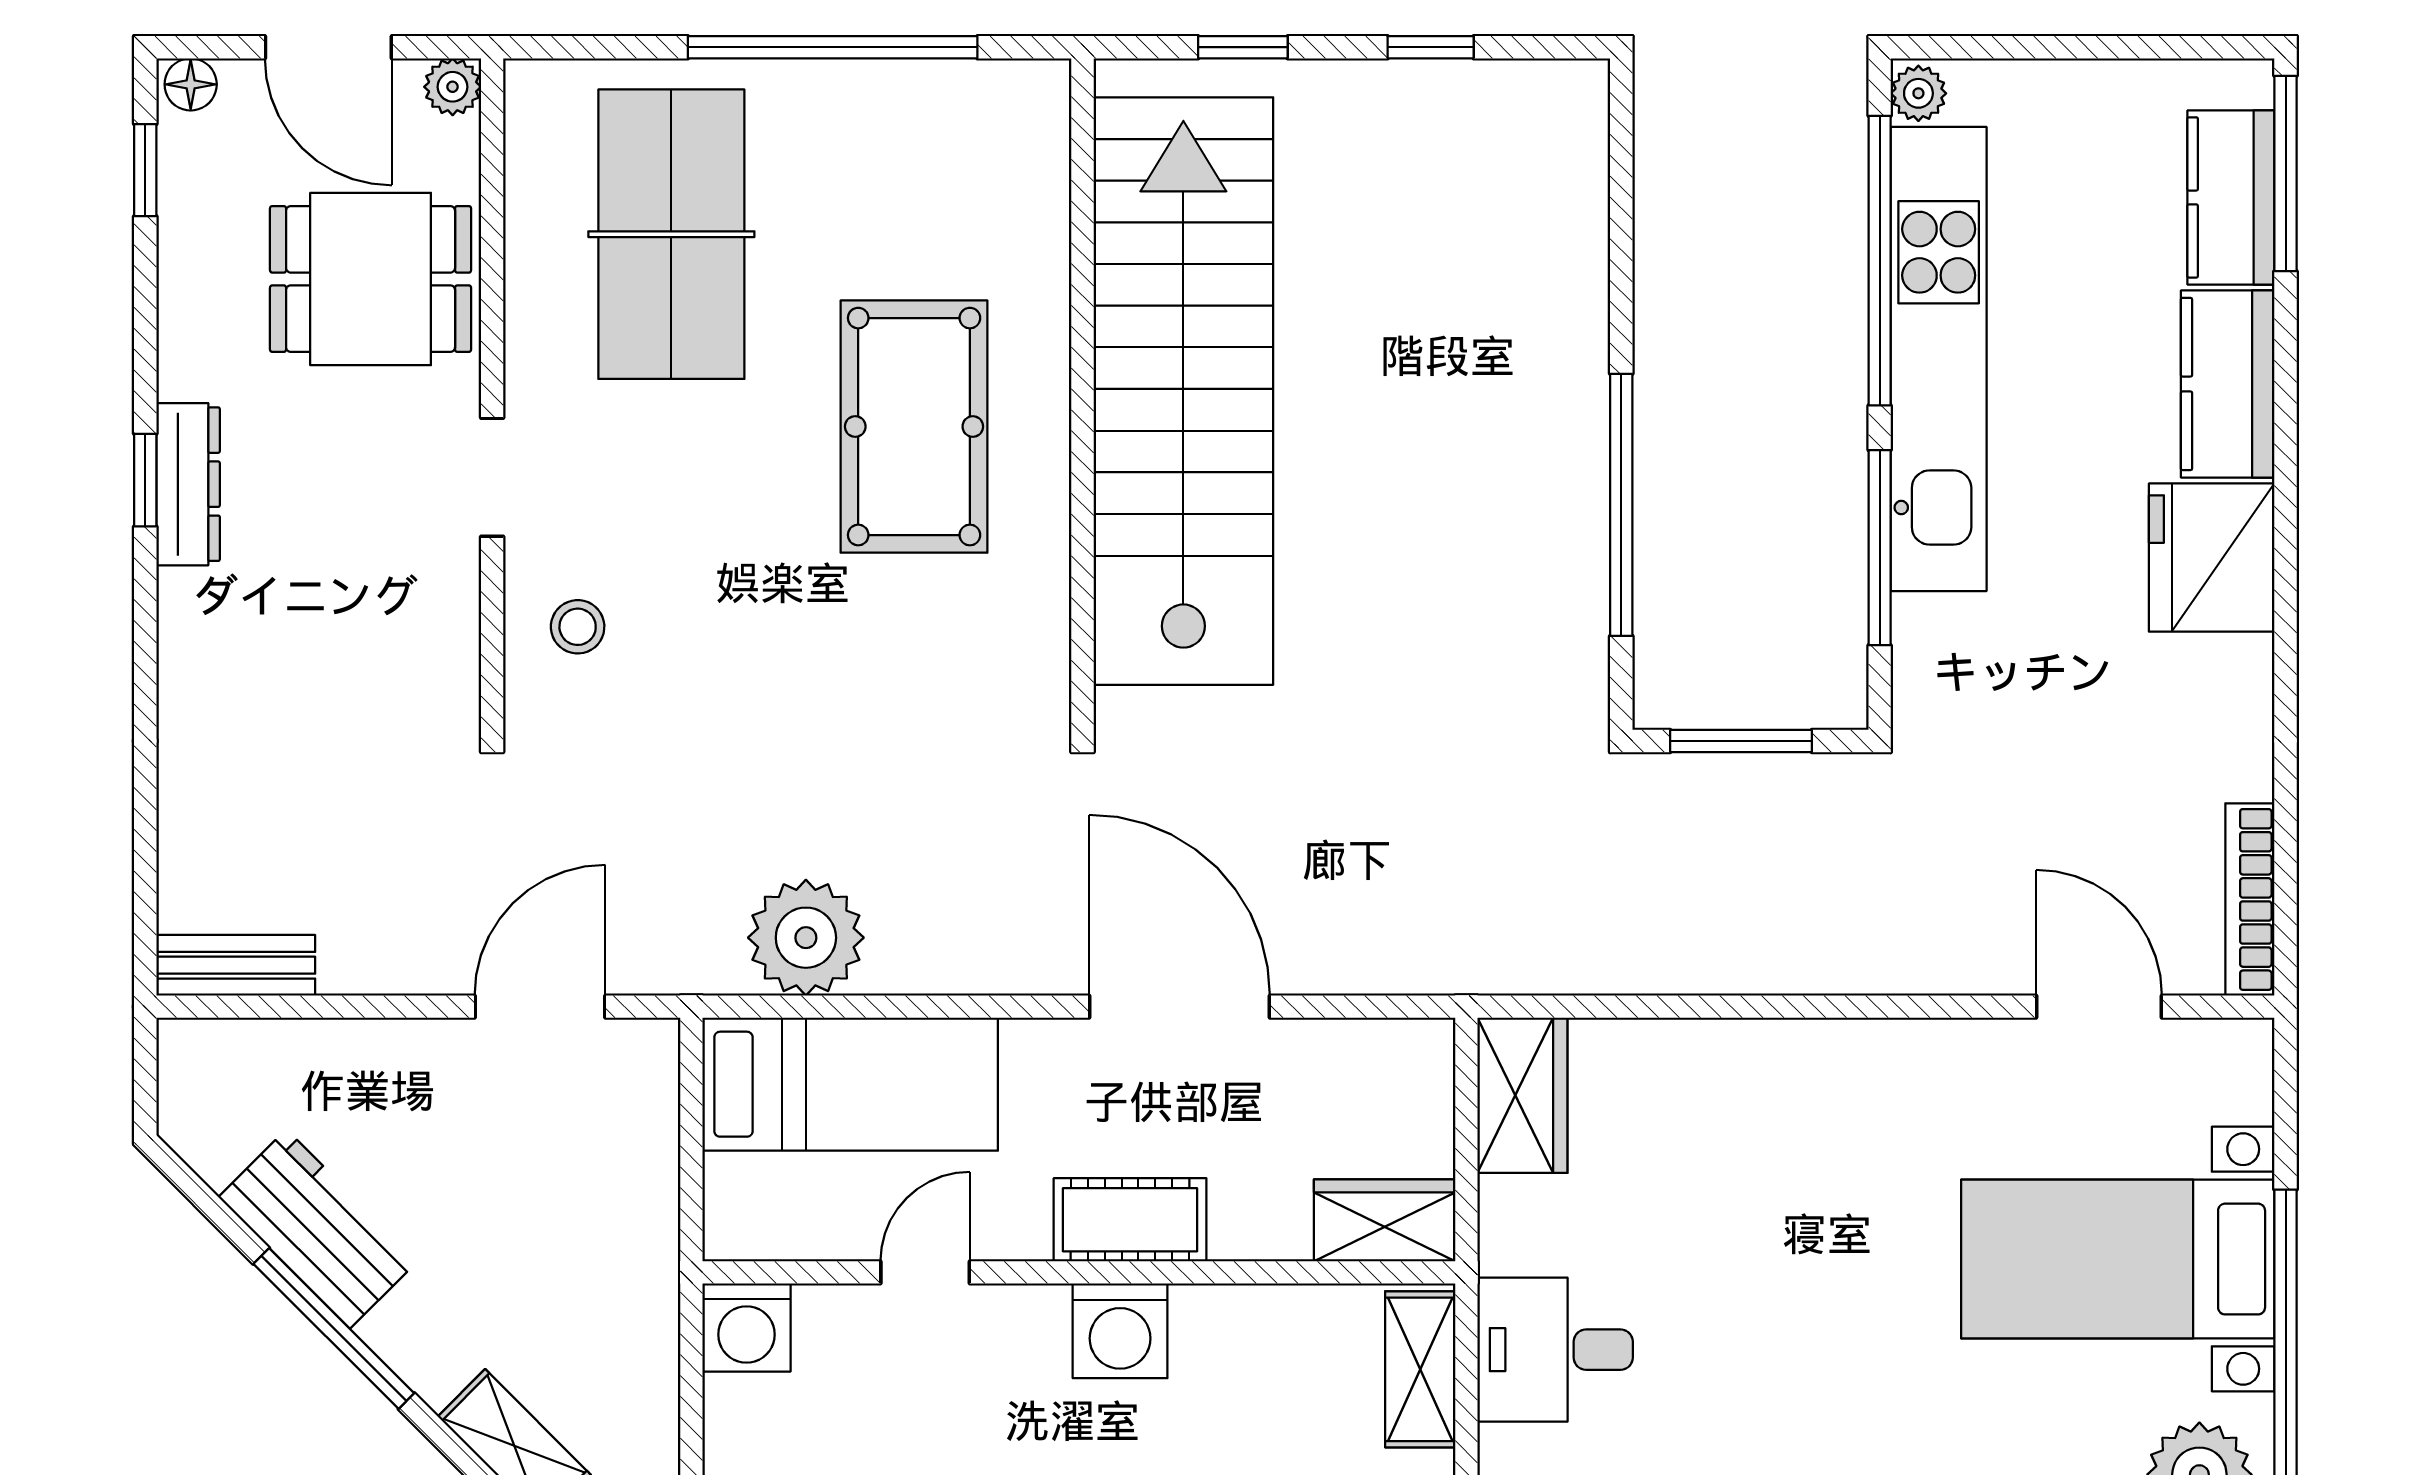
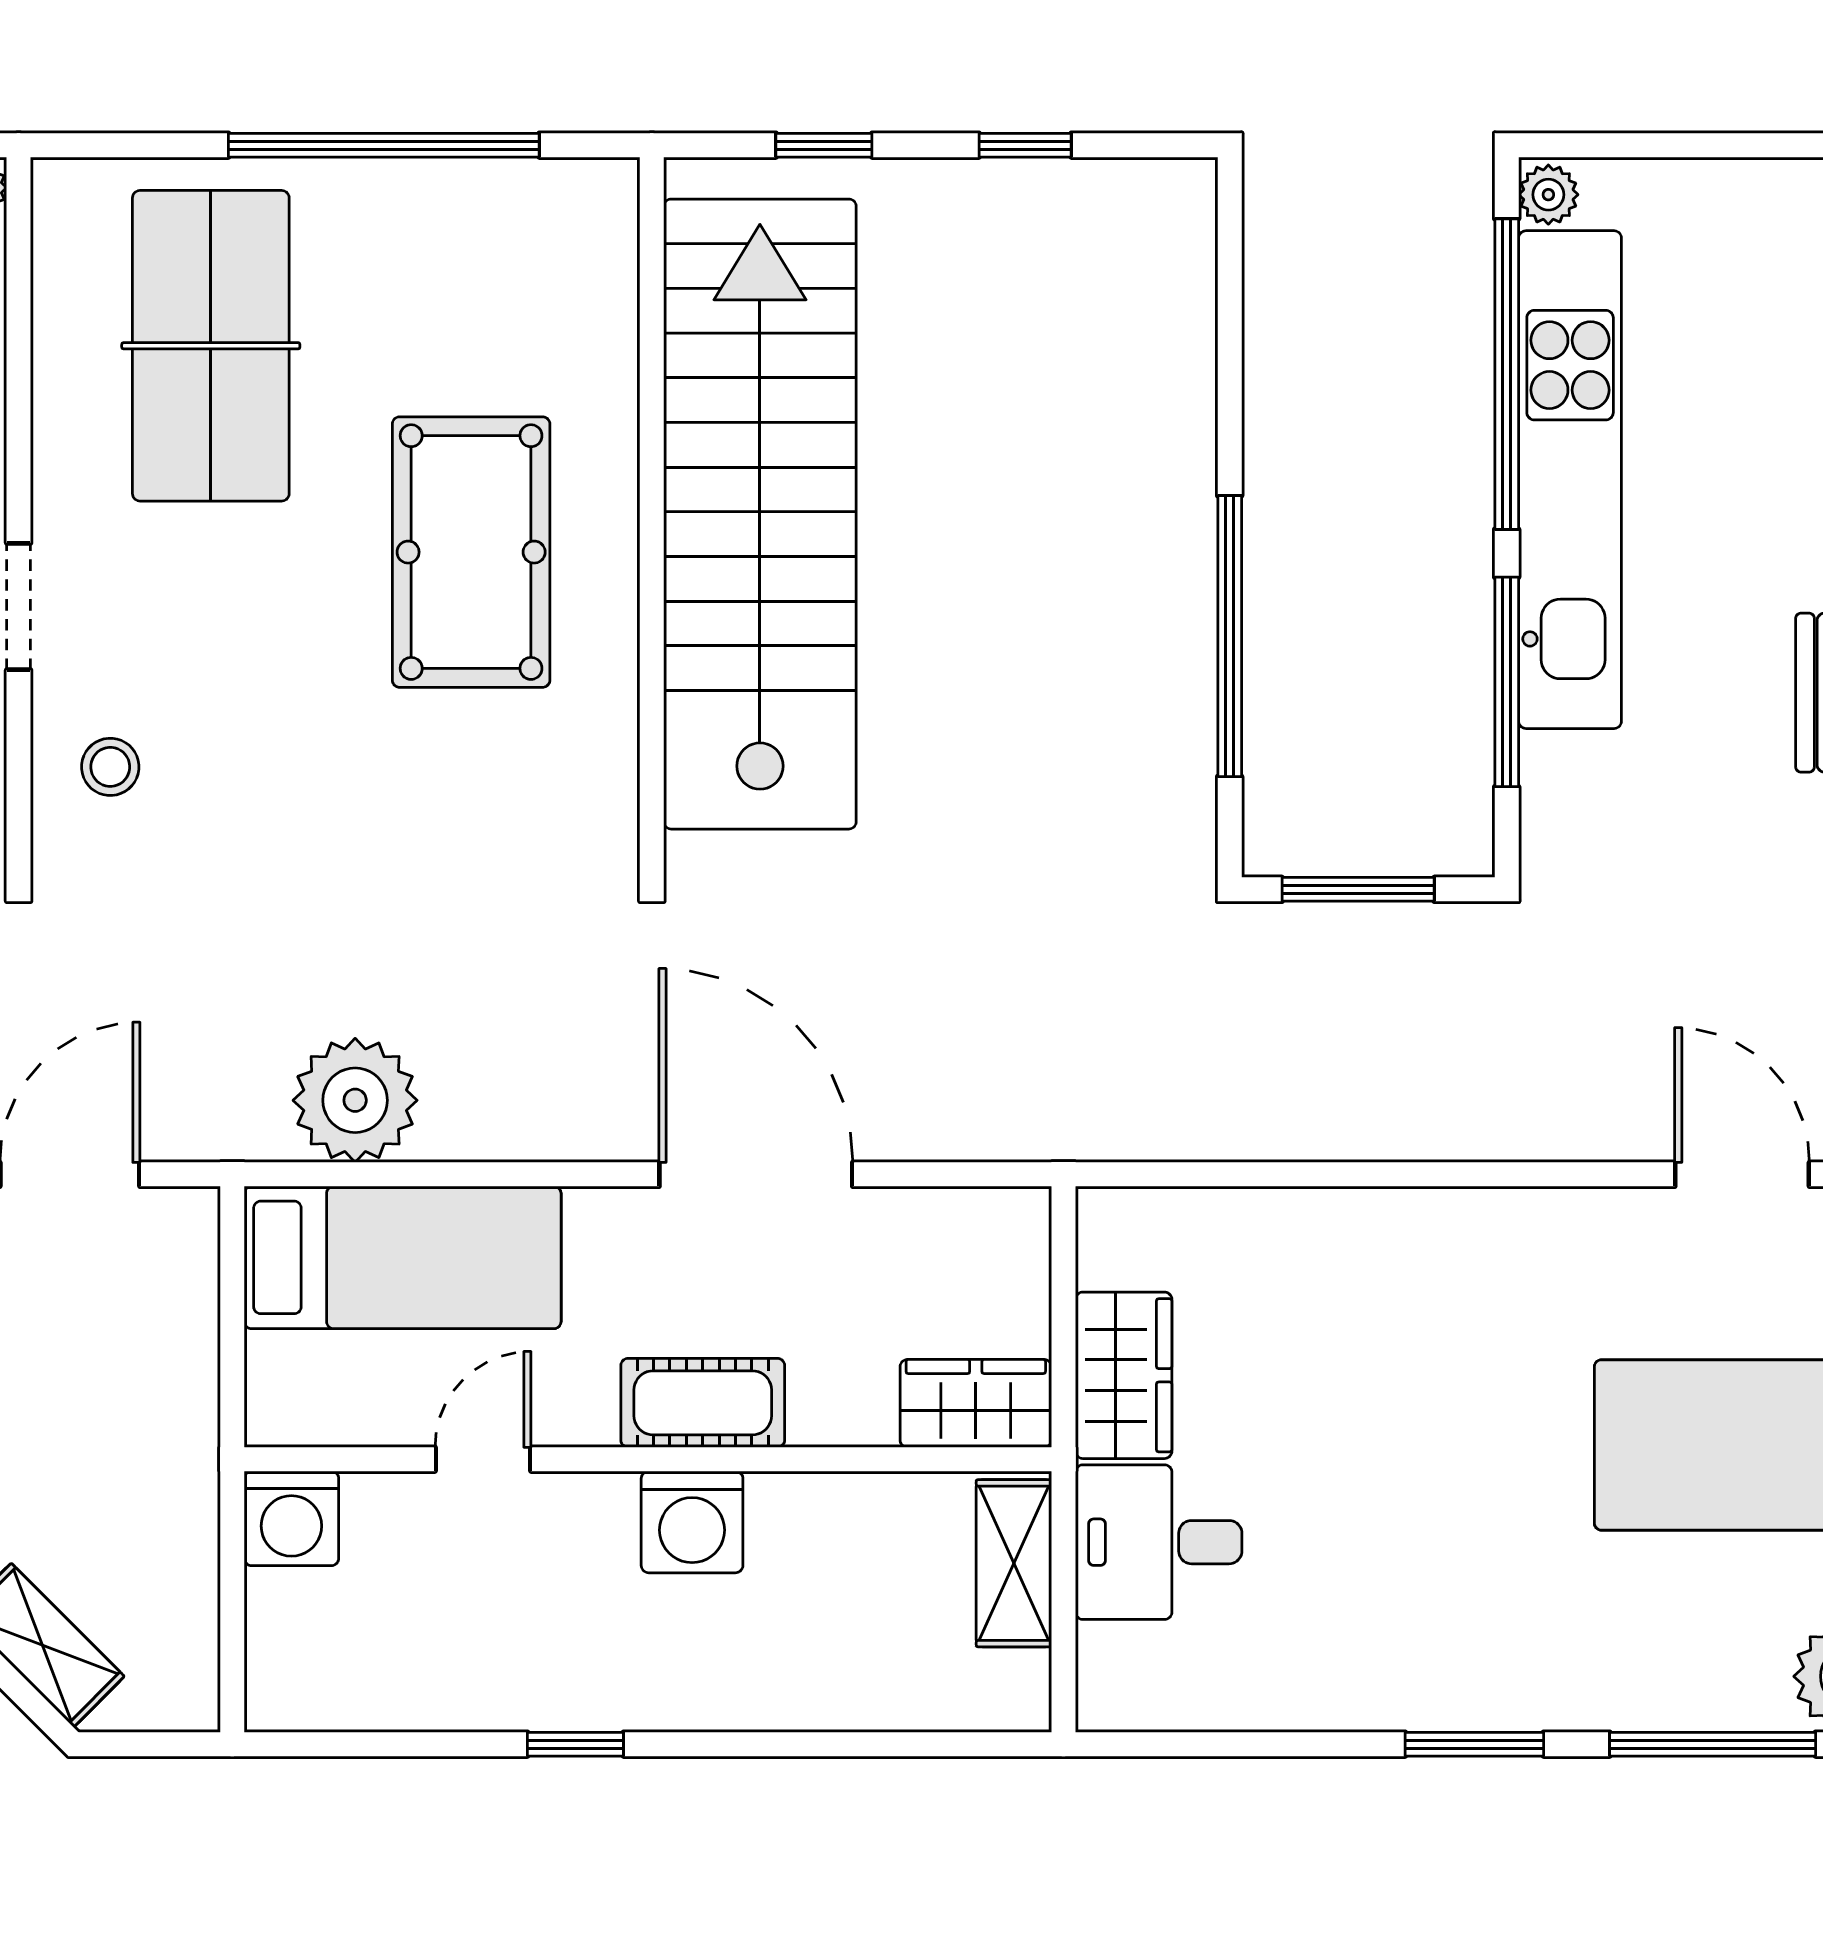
wardrobe: (1522, 1095) -> (1124, 1375), moved

